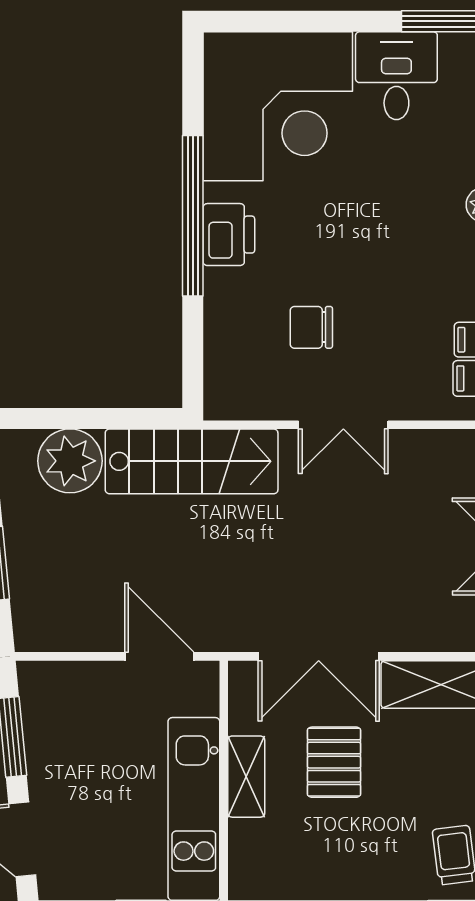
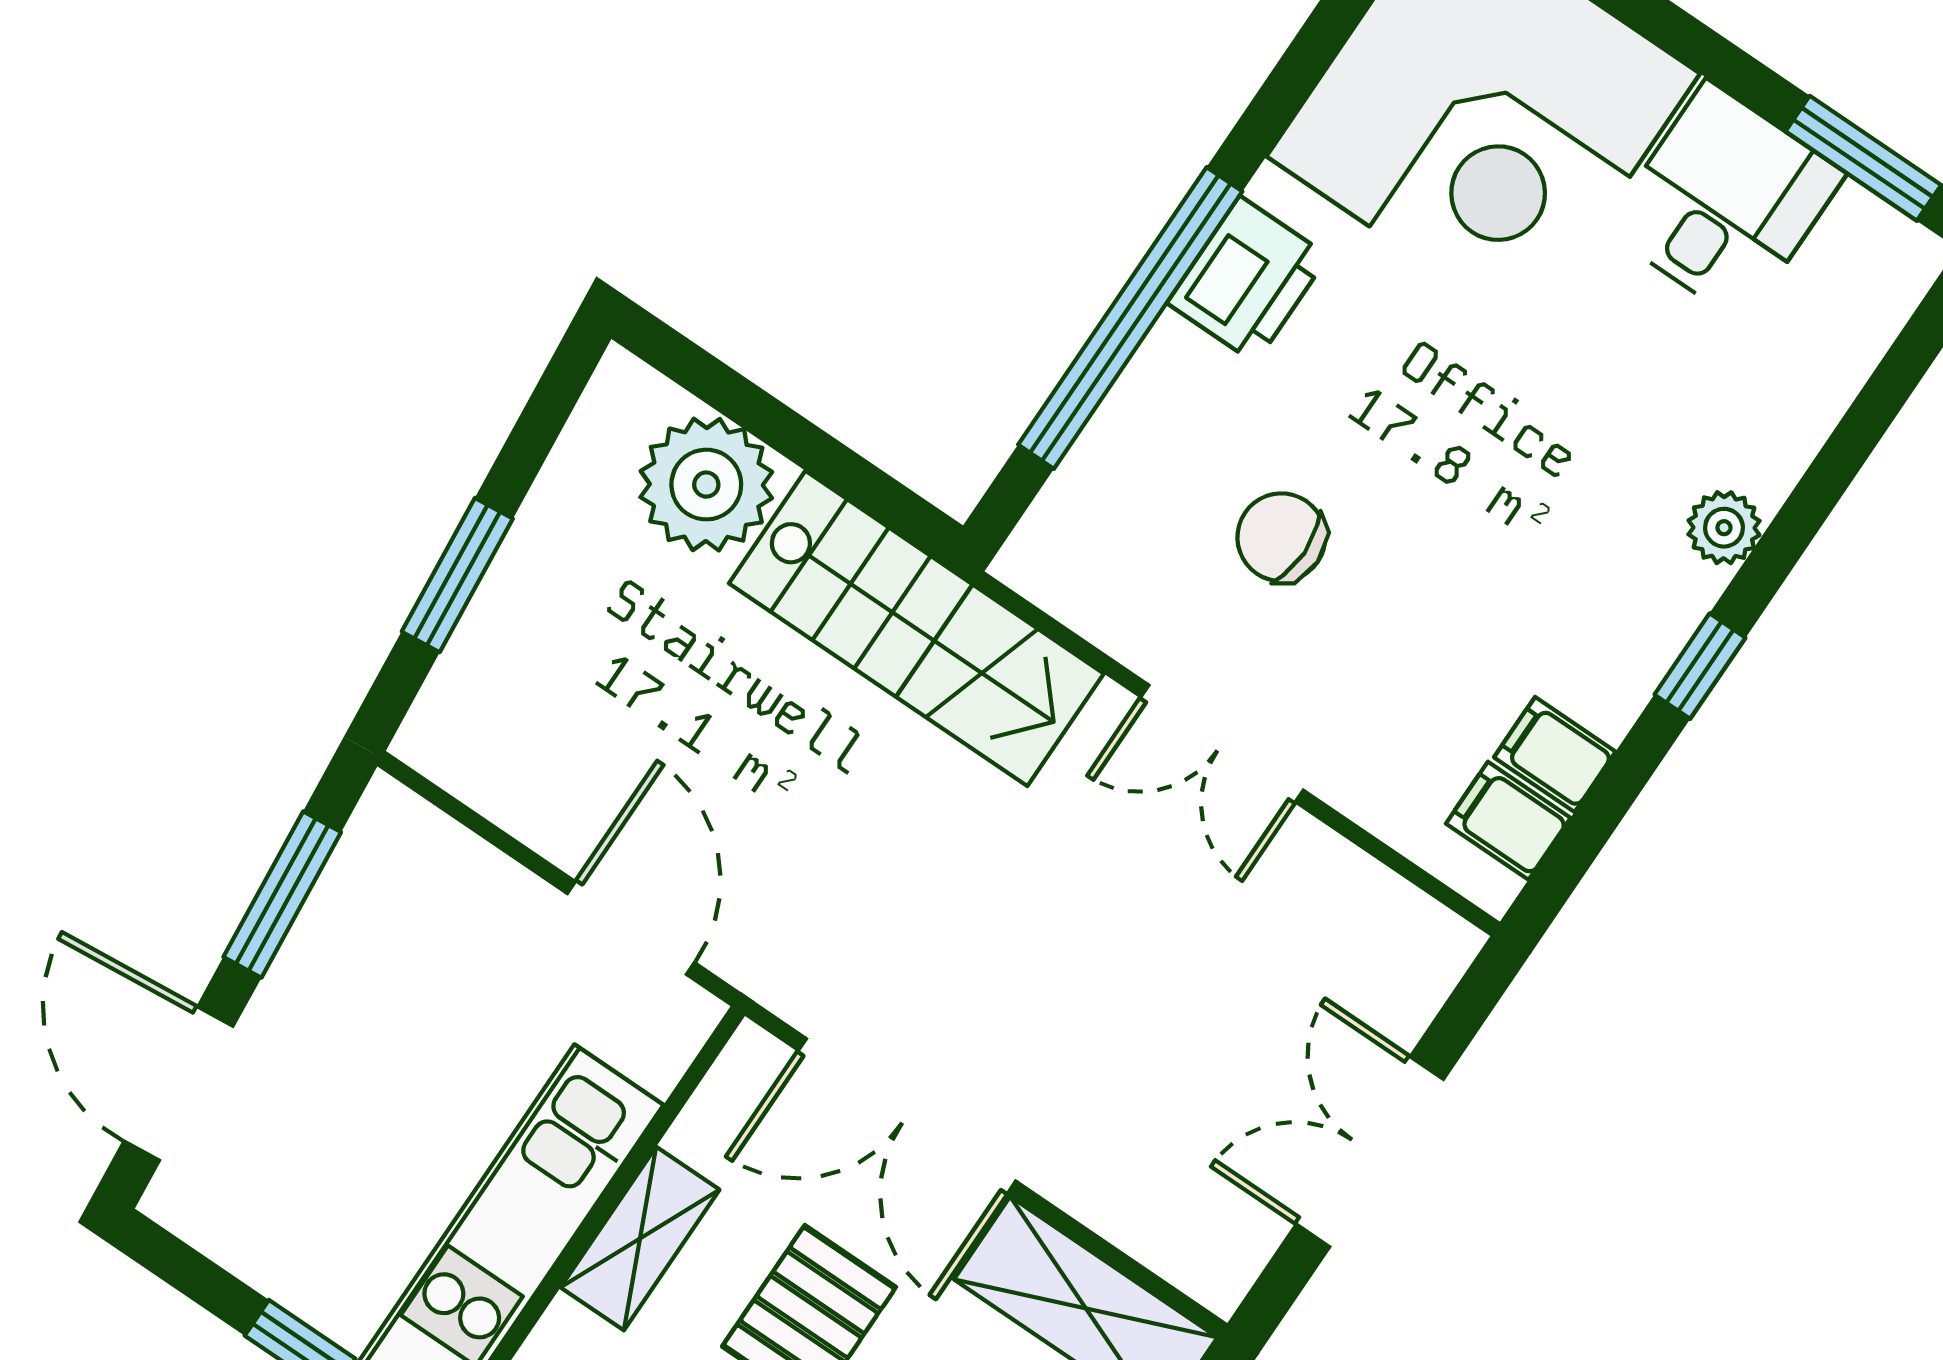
window: (193, 216) -> (1130, 318), moved

